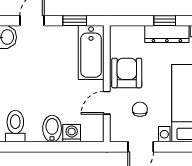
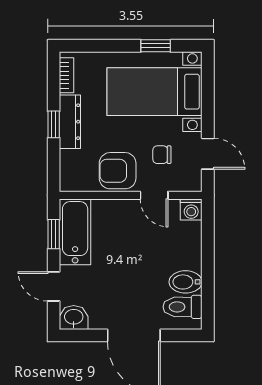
bathtub: (91, 52) -> (75, 232), moved, turned -90
bidet: (52, 129) -> (186, 282), moved
washing machine: (72, 133) -> (191, 209), moved, turned -90

